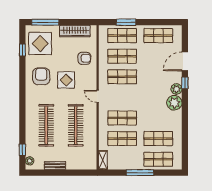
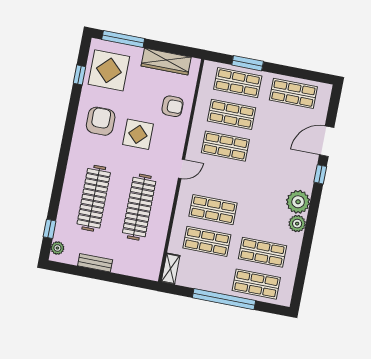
plant: (176, 89) -> (297, 224), moved
door: (98, 96) -> (182, 169), swing flipped
window: (140, 173) -> (224, 299), width x1.46

